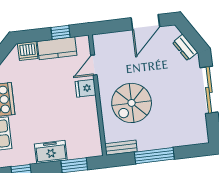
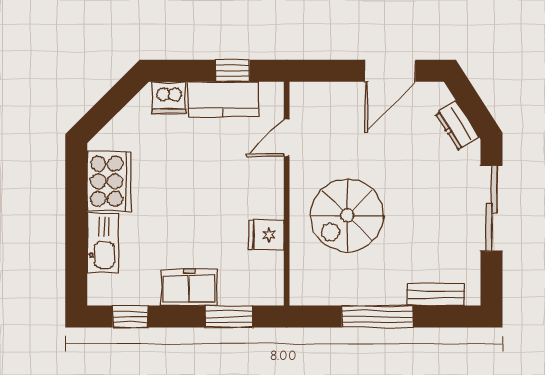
fridge: (85, 88) -> (266, 235), moved
bench: (121, 148) -> (436, 295), moved

